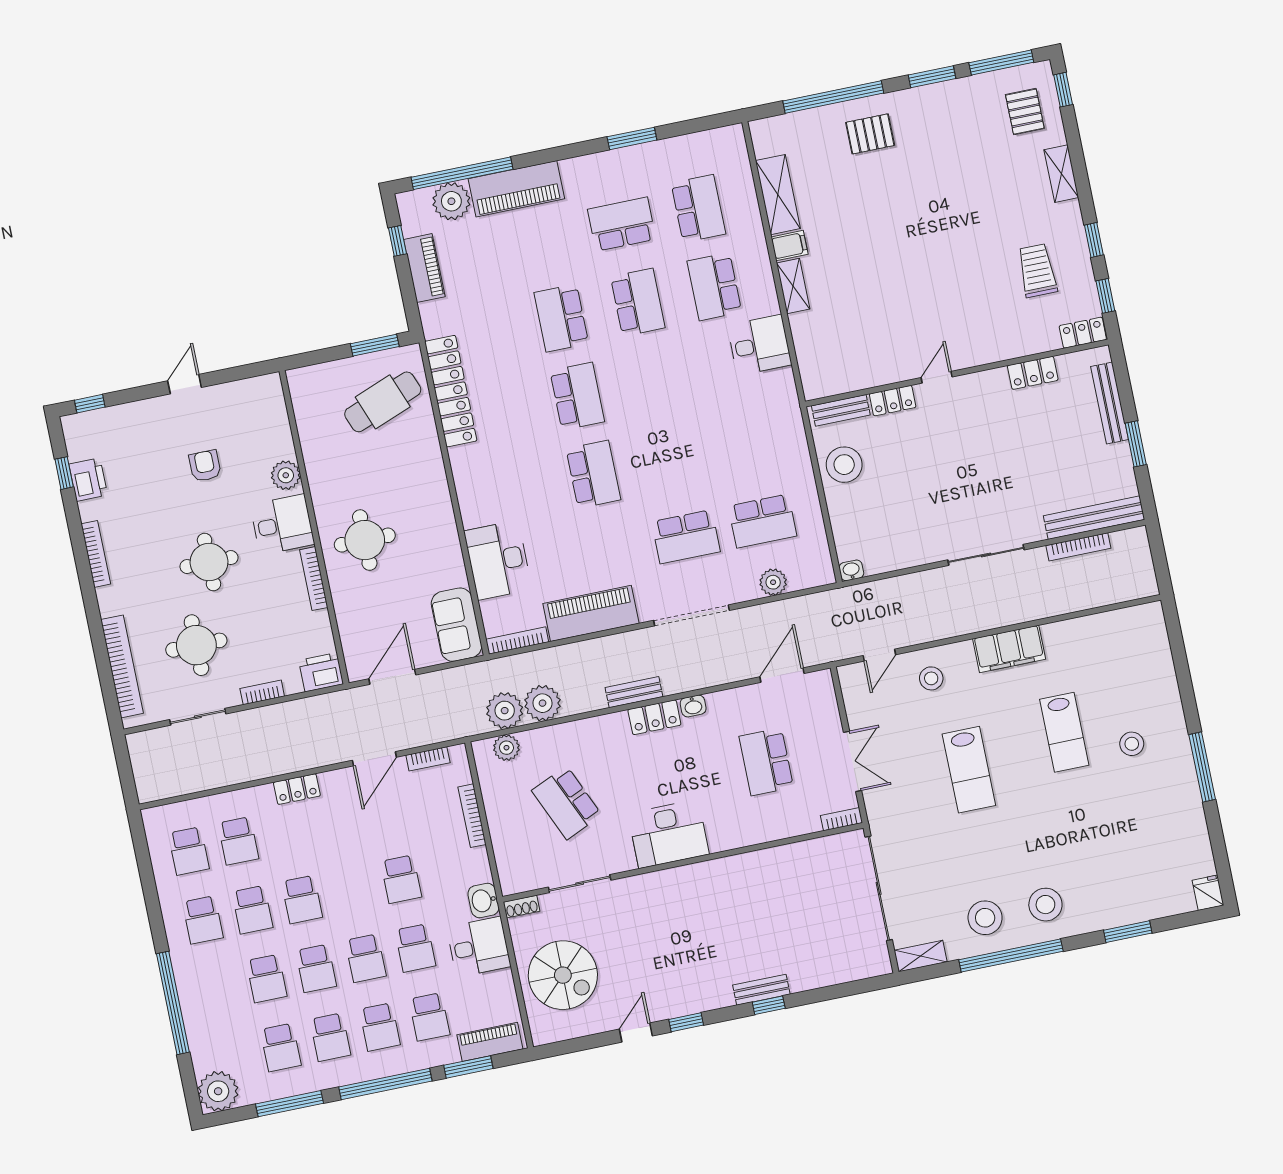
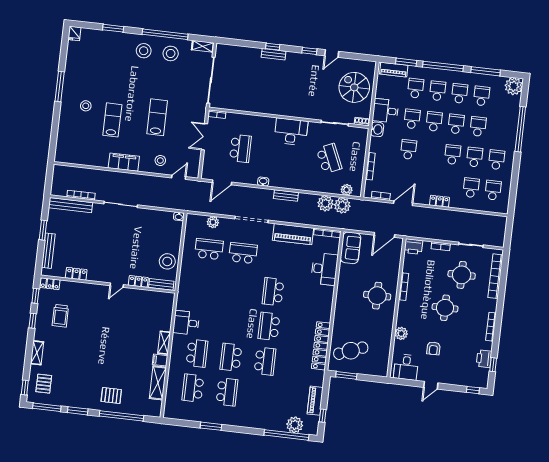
piano: (516, 189) -> (266, 421), removed
school desk: (622, 224) -> (227, 392), turned -90
desk: (282, 524) -> (406, 367), moved, turned -90
locker: (654, 717) -> (281, 182), removed

